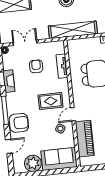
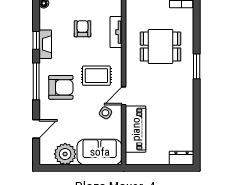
armchair: (19, 123) -> (61, 87), moved

